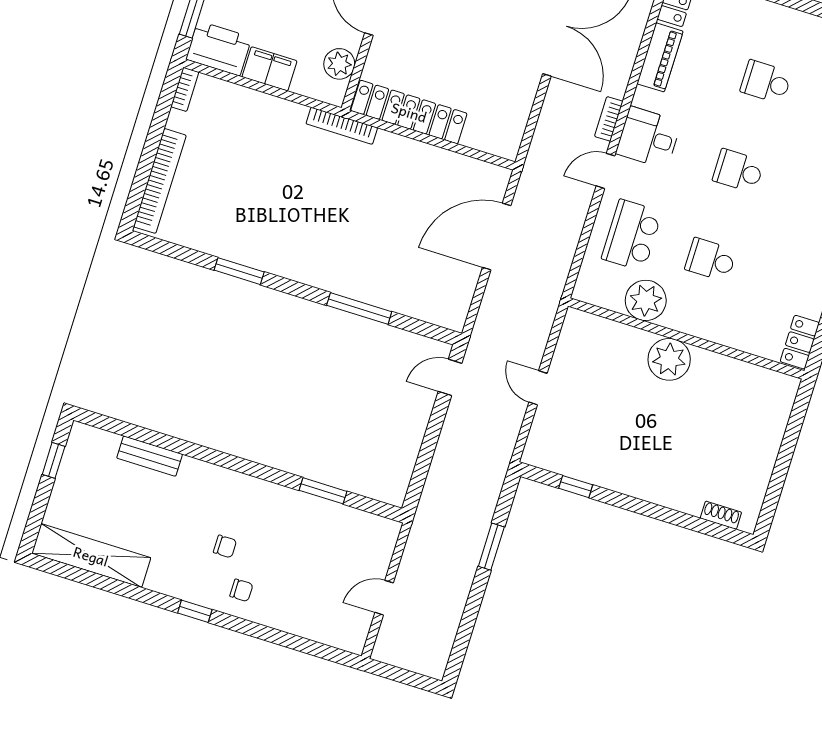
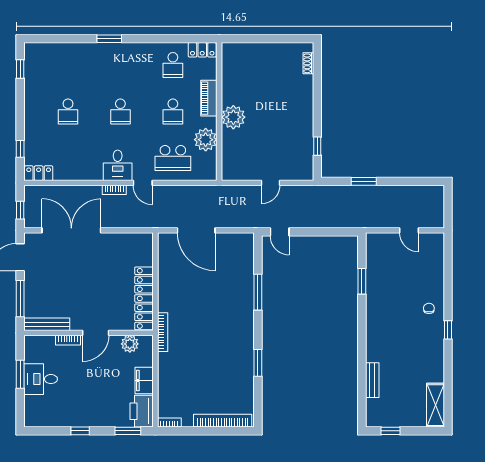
piano: (660, 57) -> (209, 98), moved, turned -90
school desk: (789, 284) -> (173, 65), added
chair: (225, 546) -> (408, 324), removed
shelving: (91, 556) -> (435, 405), width x0.68

